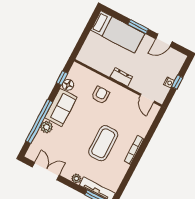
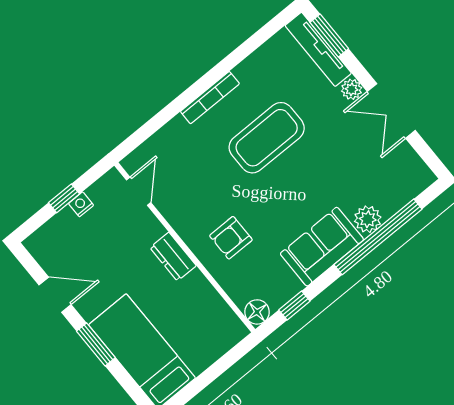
floor lamp: (68, 85) -> (257, 312), moved
double door: (46, 171) -> (391, 111), moved

